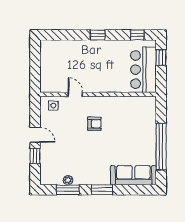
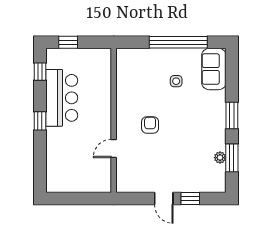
bar counter: (143, 70) -> (62, 98), moved, turned -90
side table: (53, 106) -> (176, 81), moved
door: (35, 135) -> (164, 198), swing flipped
sofa: (133, 175) -> (214, 69), width x0.73

